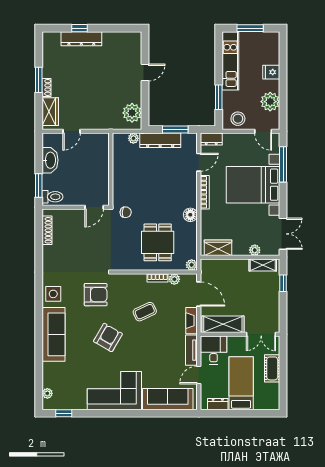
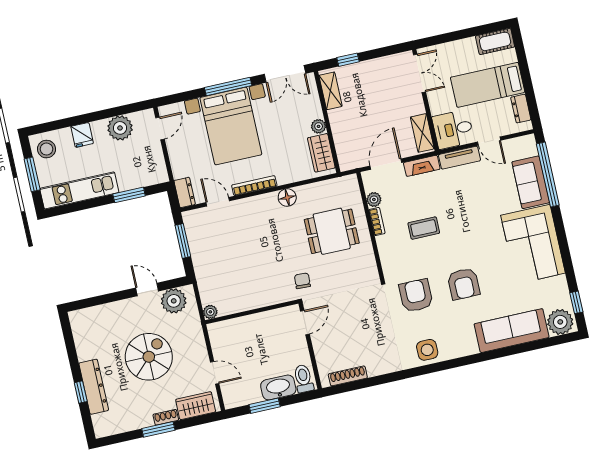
door: (145, 73) -> (147, 289), moved
spiral stairs: (95, 85) -> (149, 357), added
stool: (238, 119) -> (46, 149), moved
plant: (133, 138) -> (210, 312), moved
dresser: (160, 140) -> (201, 257), removed
washbasin: (50, 160) -> (278, 387), moved
window: (283, 164) -> (228, 86), moved
window: (39, 185) -> (265, 406), moved
door: (94, 207) -> (305, 323), hinge flipped
double door: (283, 234) -> (285, 74), swing flipped
plant: (255, 250) -> (319, 126), moved
plant: (192, 265) -> (351, 182), removed
coffee table: (145, 312) -> (424, 228), turned -65
shelving: (223, 324) -> (422, 133), width x0.67, depth x0.75
sofa: (54, 334) -> (512, 331), moved
armchair: (108, 337) -> (464, 284), moved, turned -120
cot: (272, 368) -> (495, 41), moved
plant: (47, 393) -> (560, 322), width x1.87, depth x1.87
sofa: (168, 399) -> (531, 182), width x0.73
window: (164, 413) -> (548, 174), added

